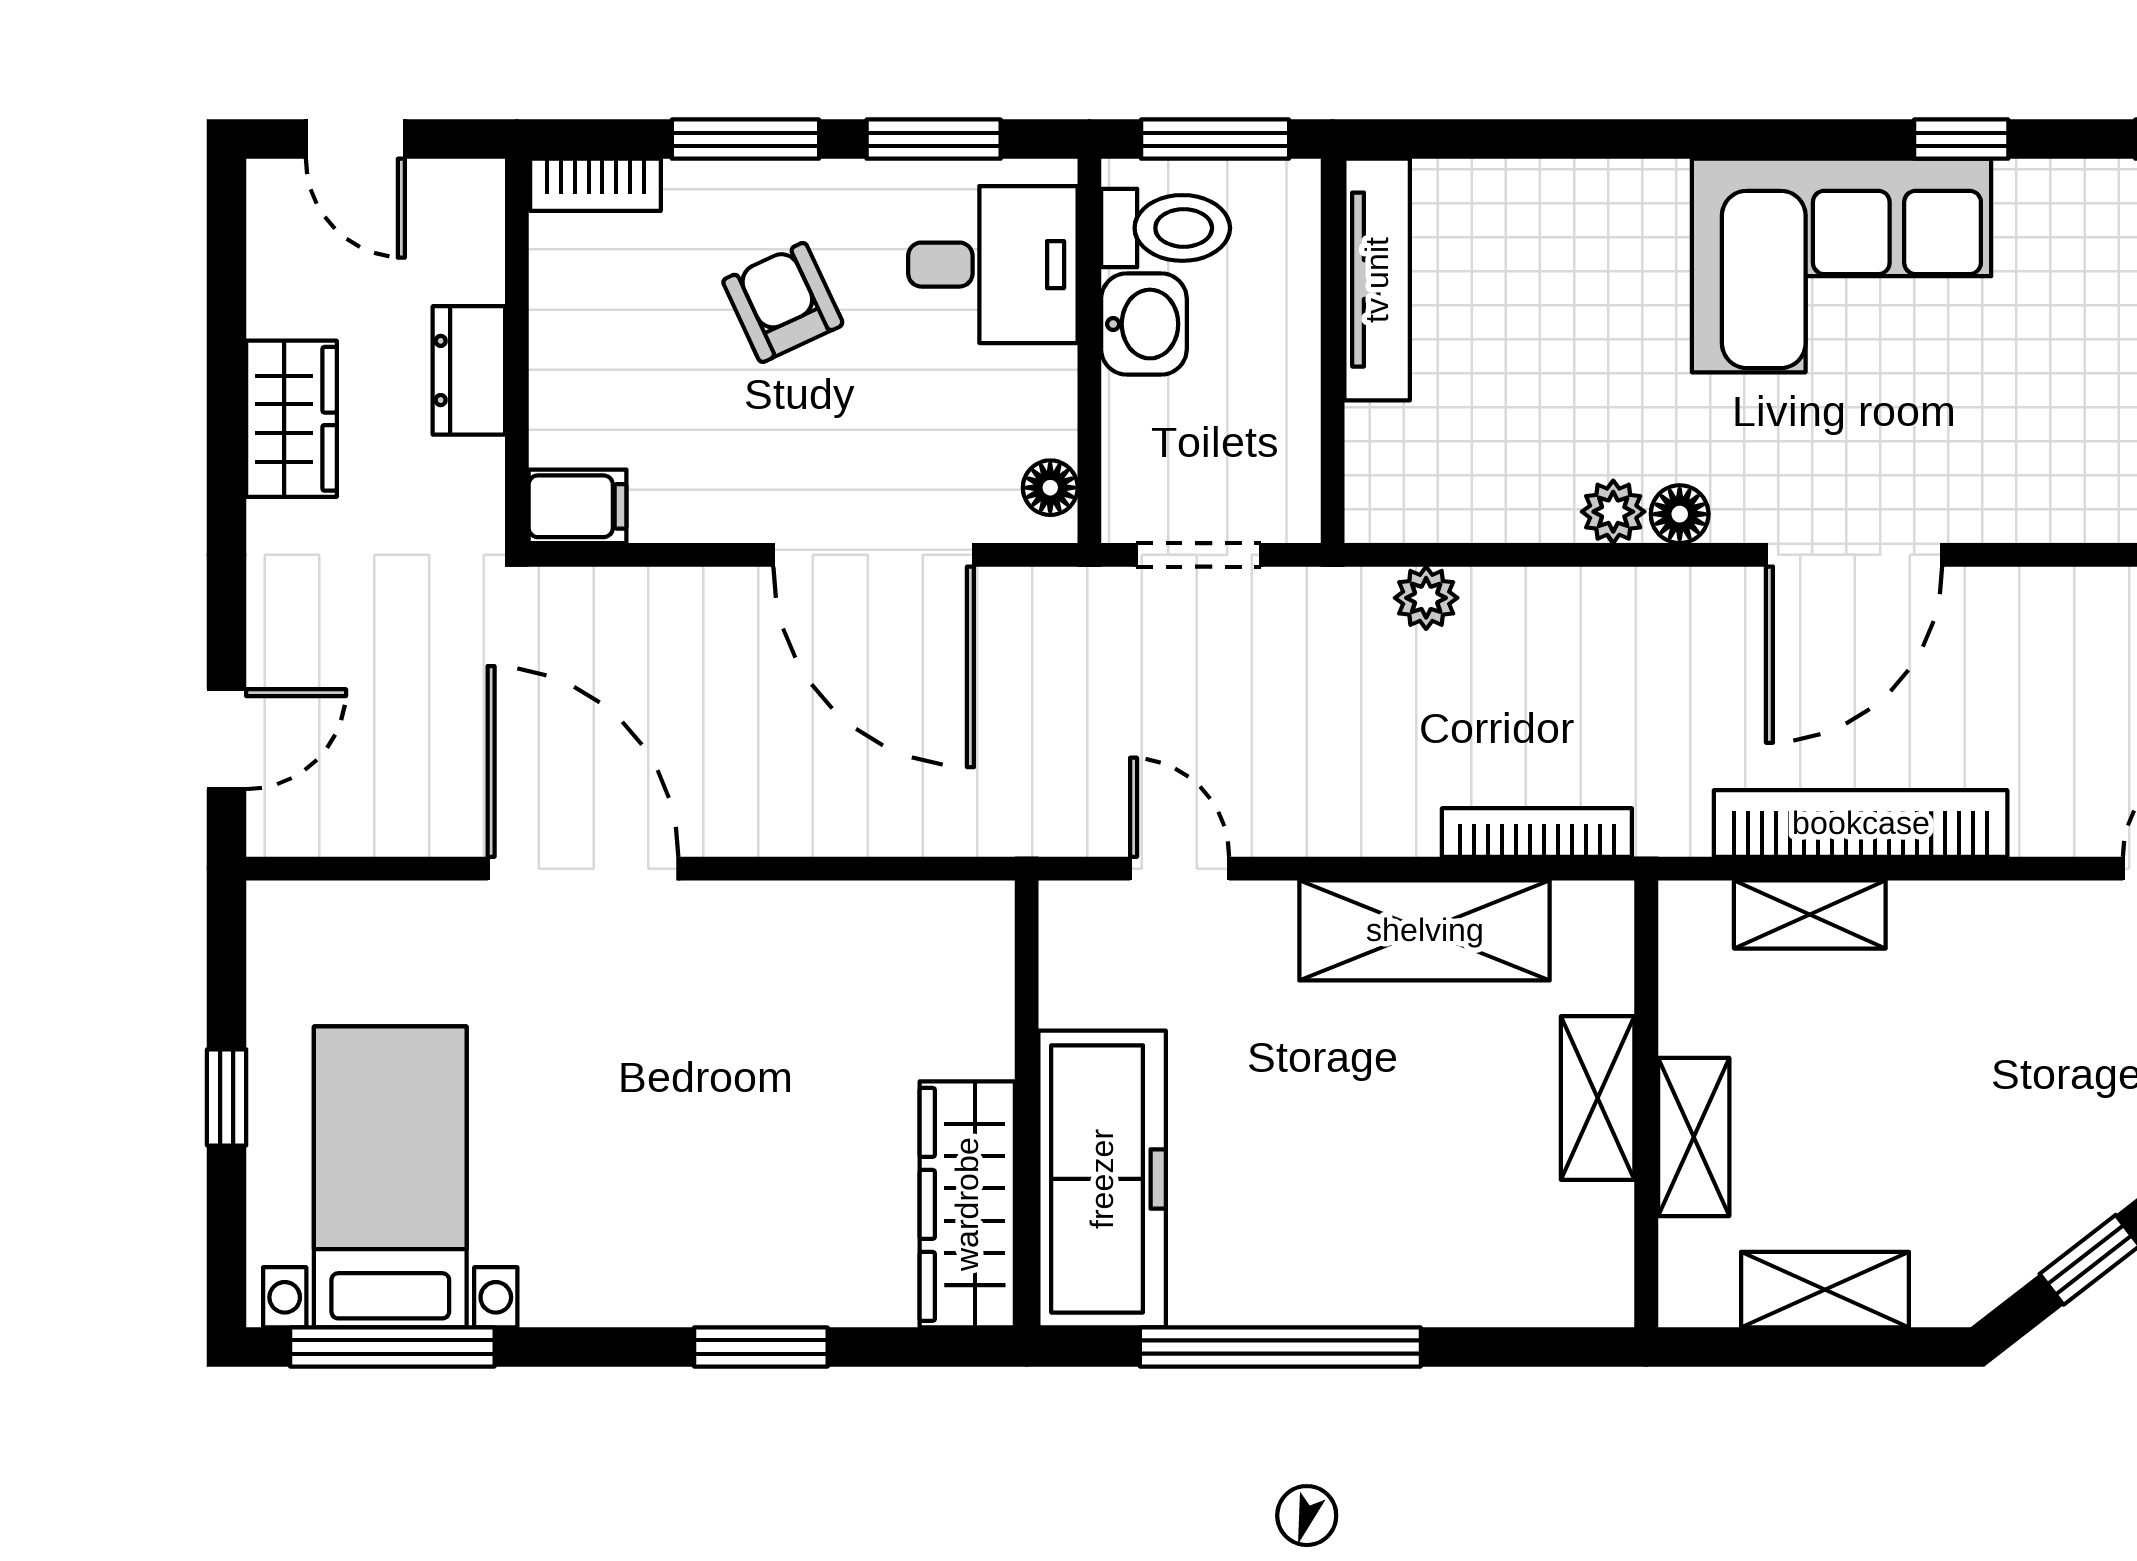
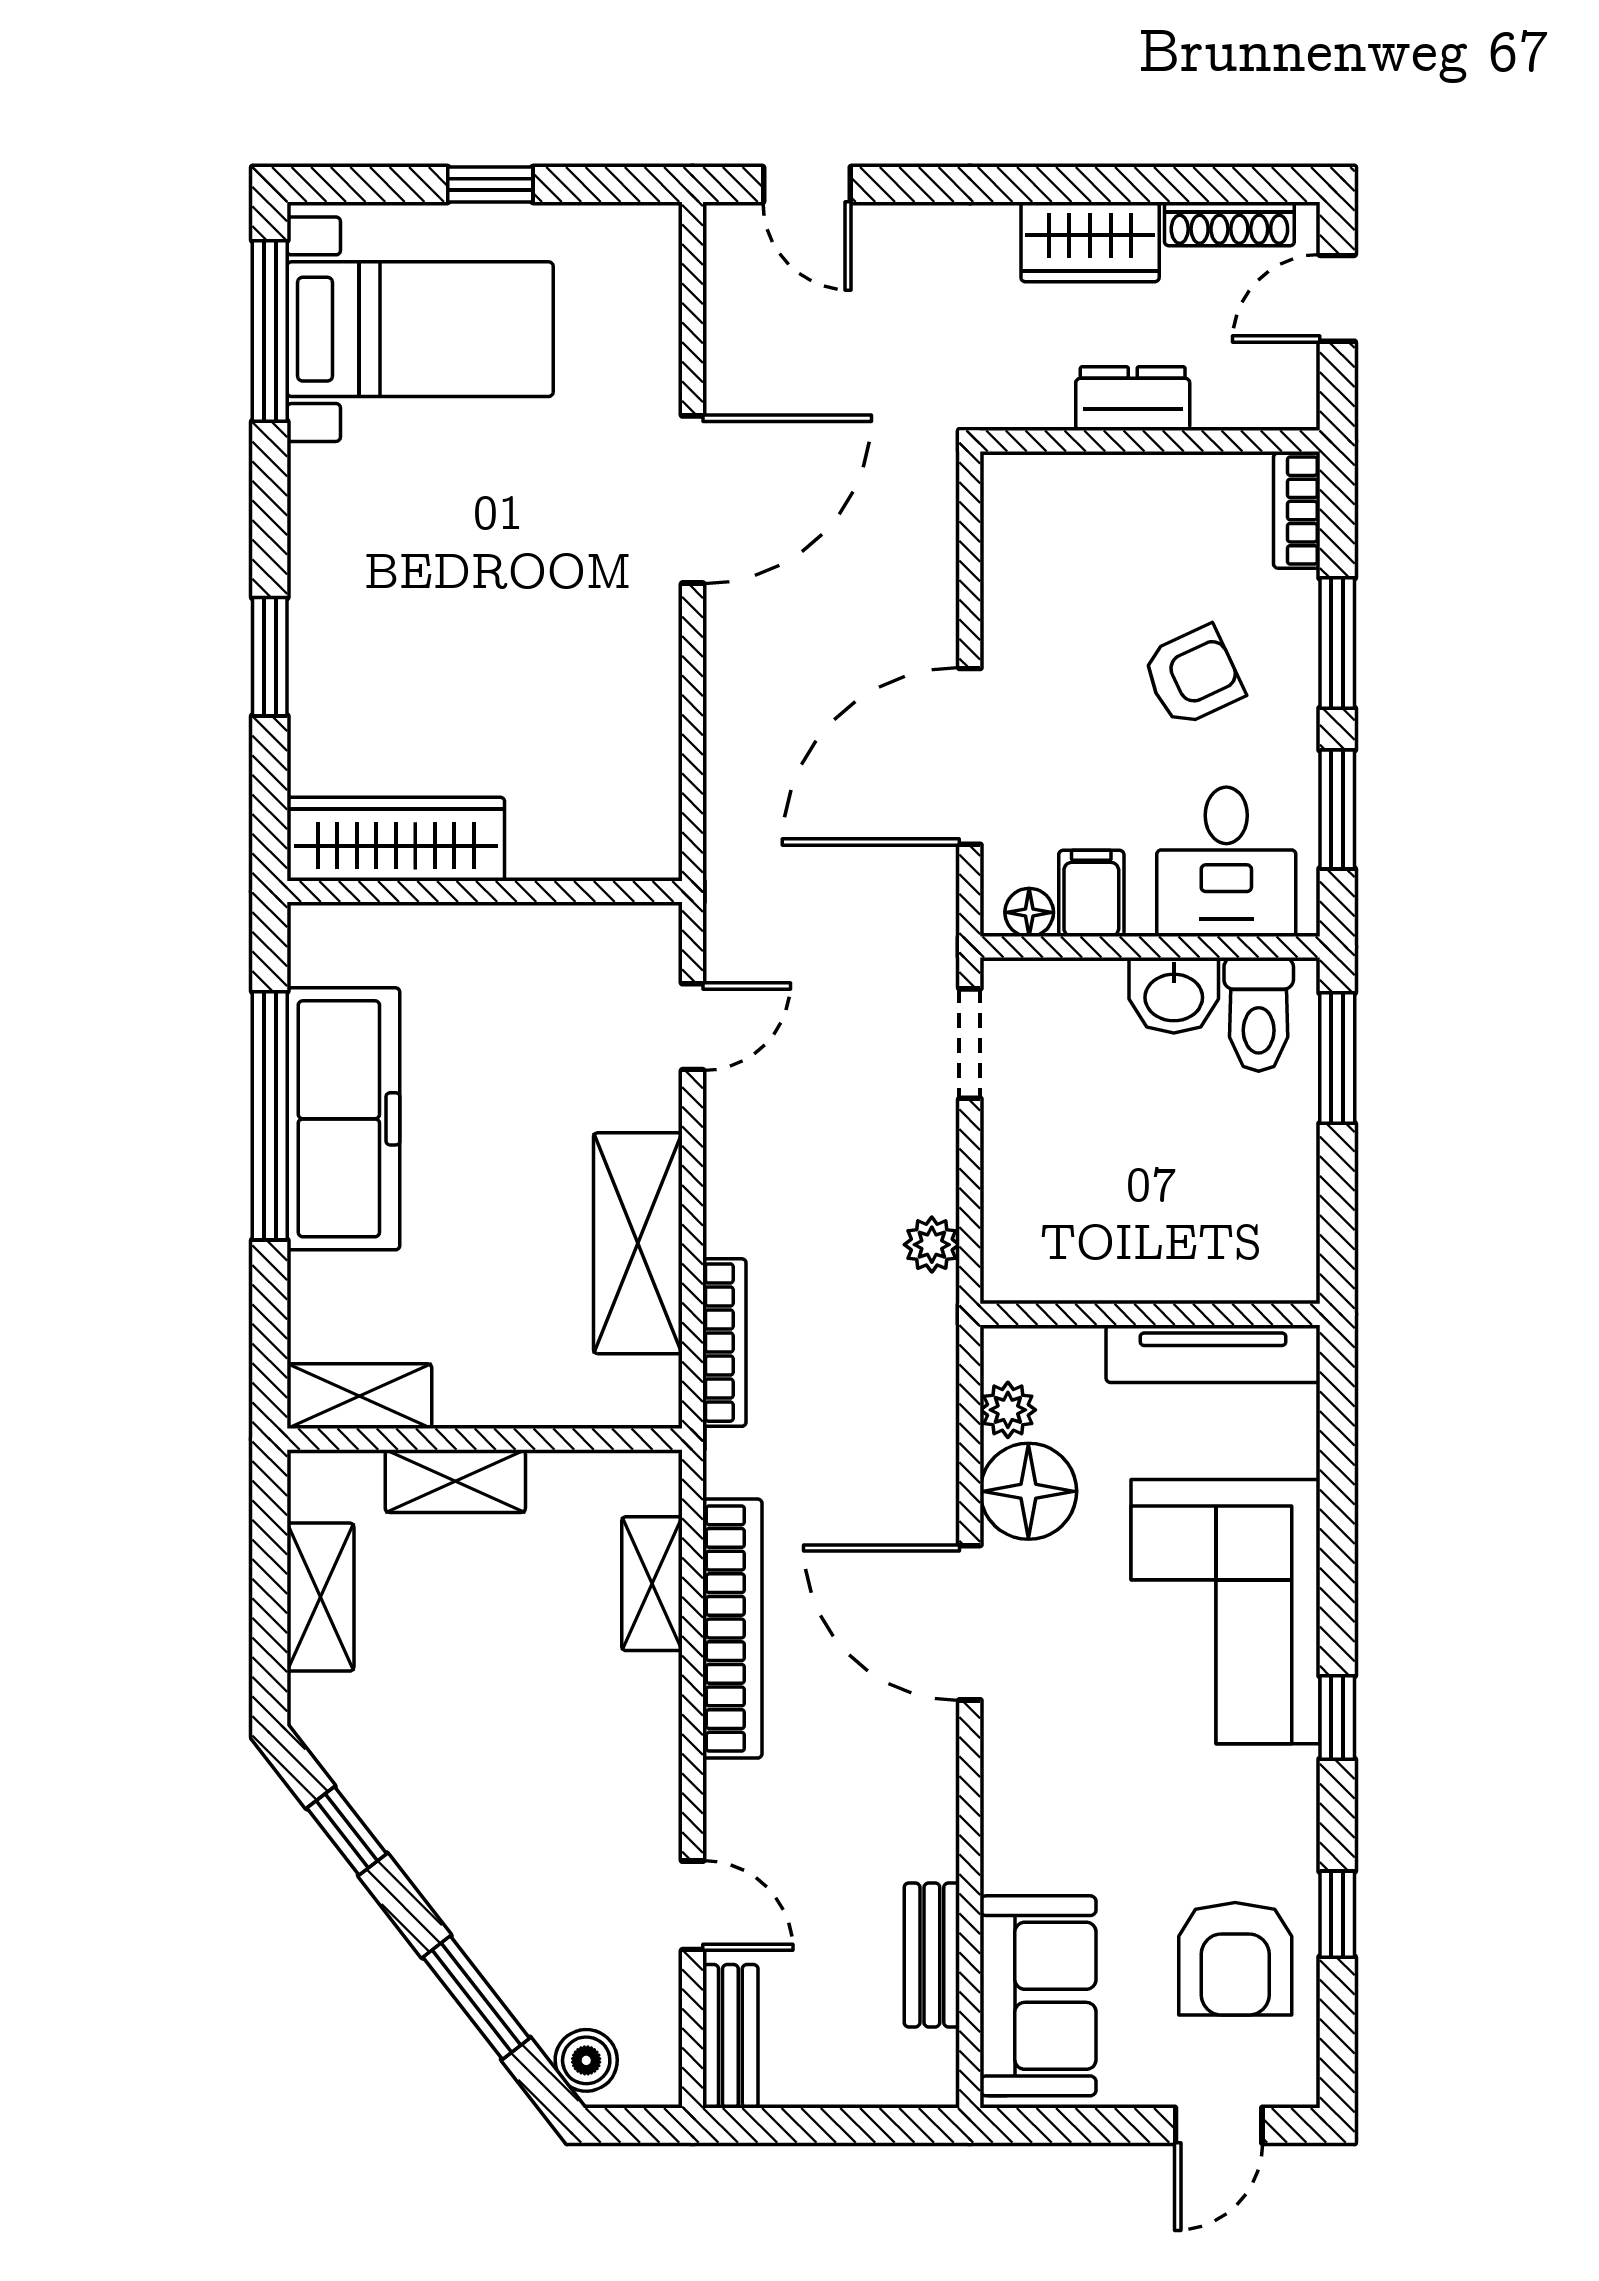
shoe rack: (271, 261) -> (1229, 224), added
tv unit: (1377, 280) -> (1213, 1354), moved
wall: (1333, 351) -> (1150, 1314), moved
filing cabinet: (578, 506) -> (1091, 893), moved, turned 180
floor lamp: (1680, 514) -> (1028, 1491), width x1.89, depth x1.89
shelving: (1598, 1098) -> (359, 1396), moved
freezer: (1102, 1179) -> (343, 1119), moved, turned -90

